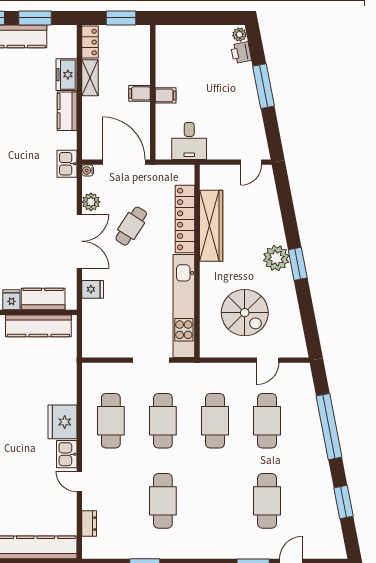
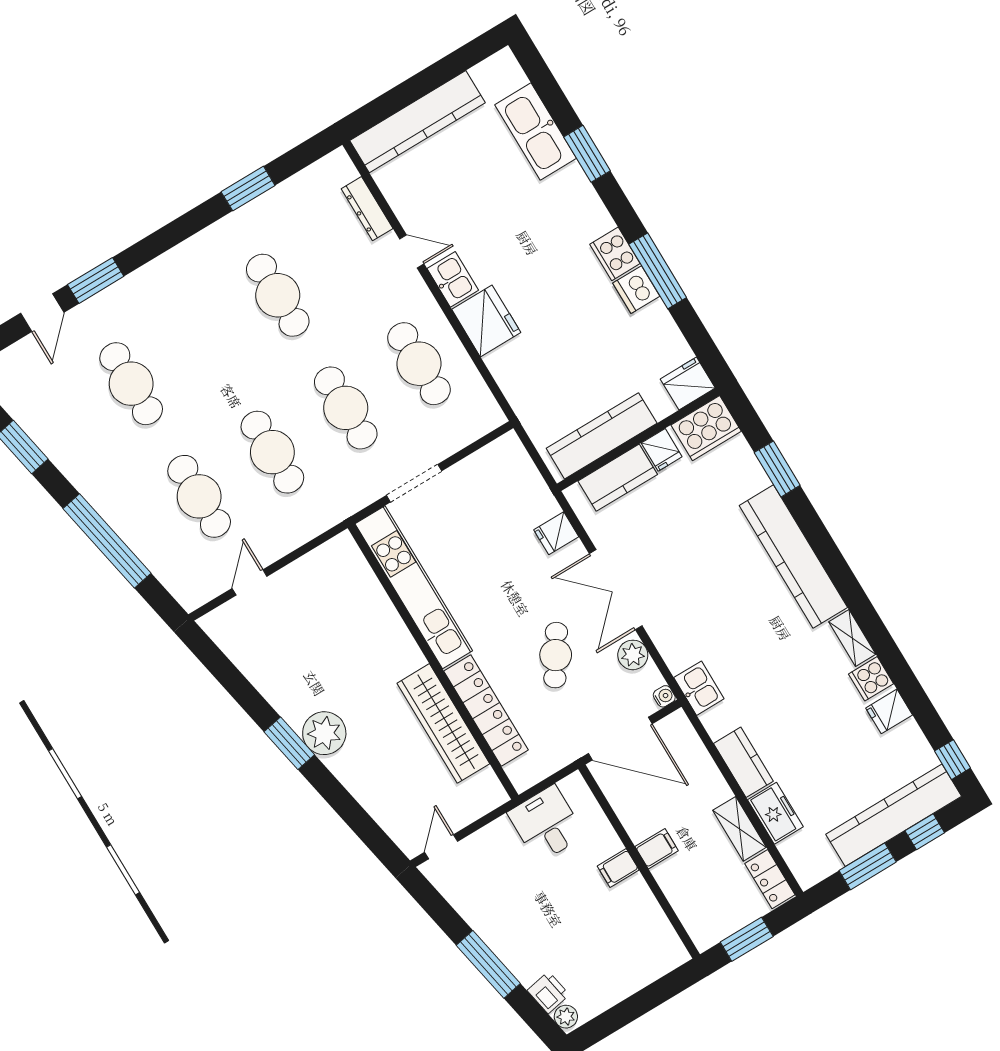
spiral stairs: (245, 313) -> (322, 630), removed
dresser: (89, 524) -> (367, 209), width x1.44

